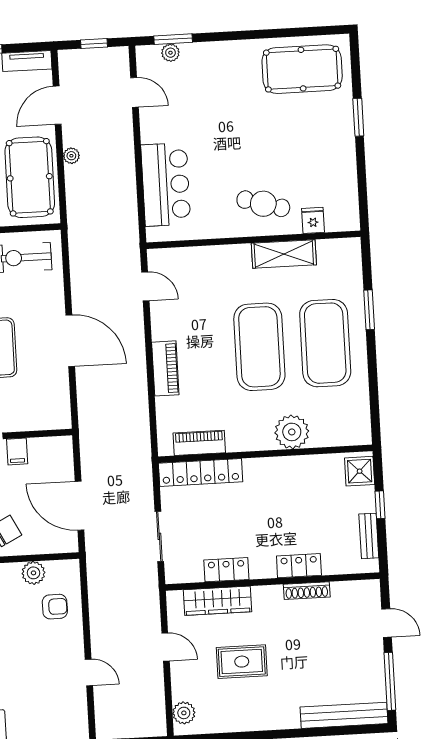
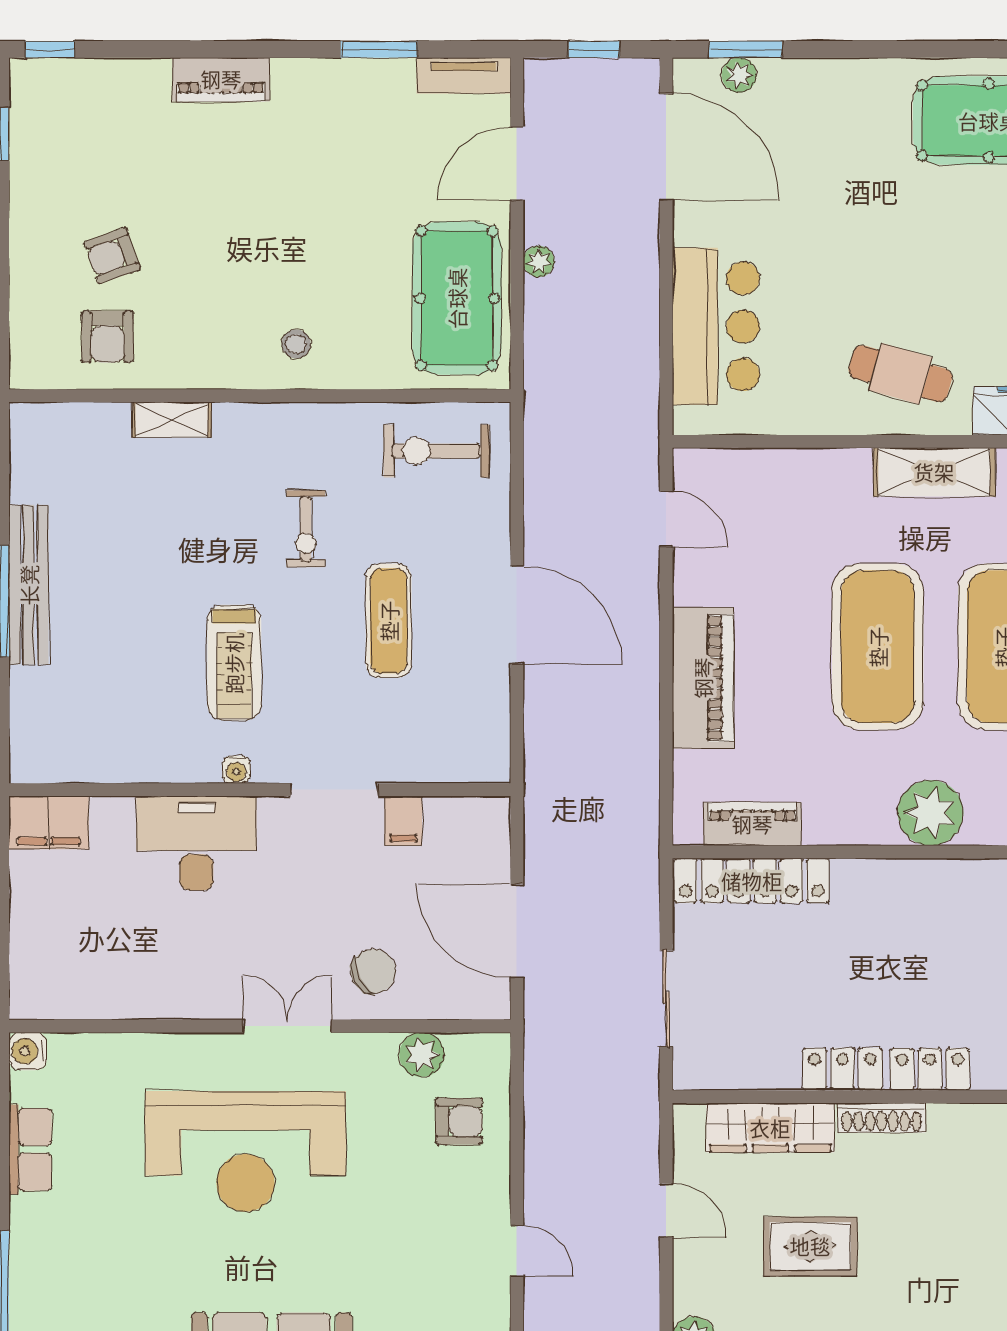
door: (135, 92) -> (666, 147), width x1.88
piano: (165, 368) -> (703, 678), width x1.37, depth x1.33
locker: (226, 570) -> (843, 1069), moved
shoe rack: (307, 591) -> (882, 1118), moved

